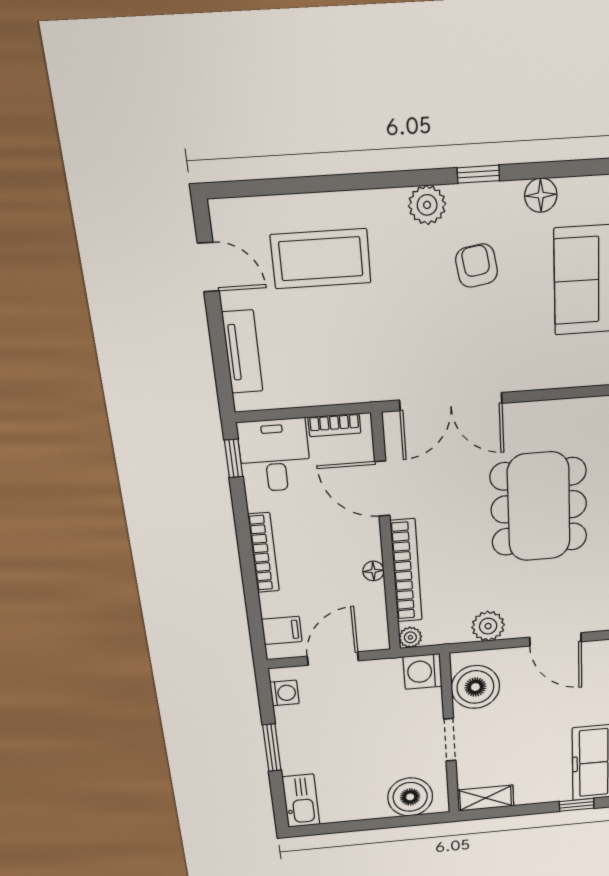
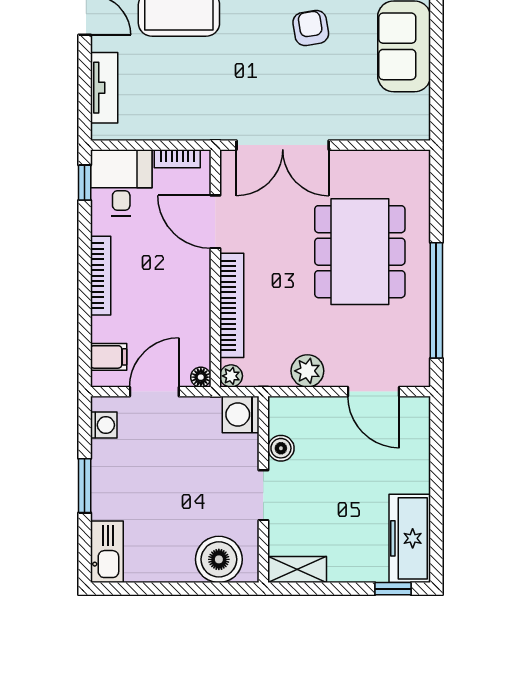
floor lamp: (373, 571) -> (201, 377), moved
boiler: (475, 687) -> (281, 448), width x0.54, depth x0.54

